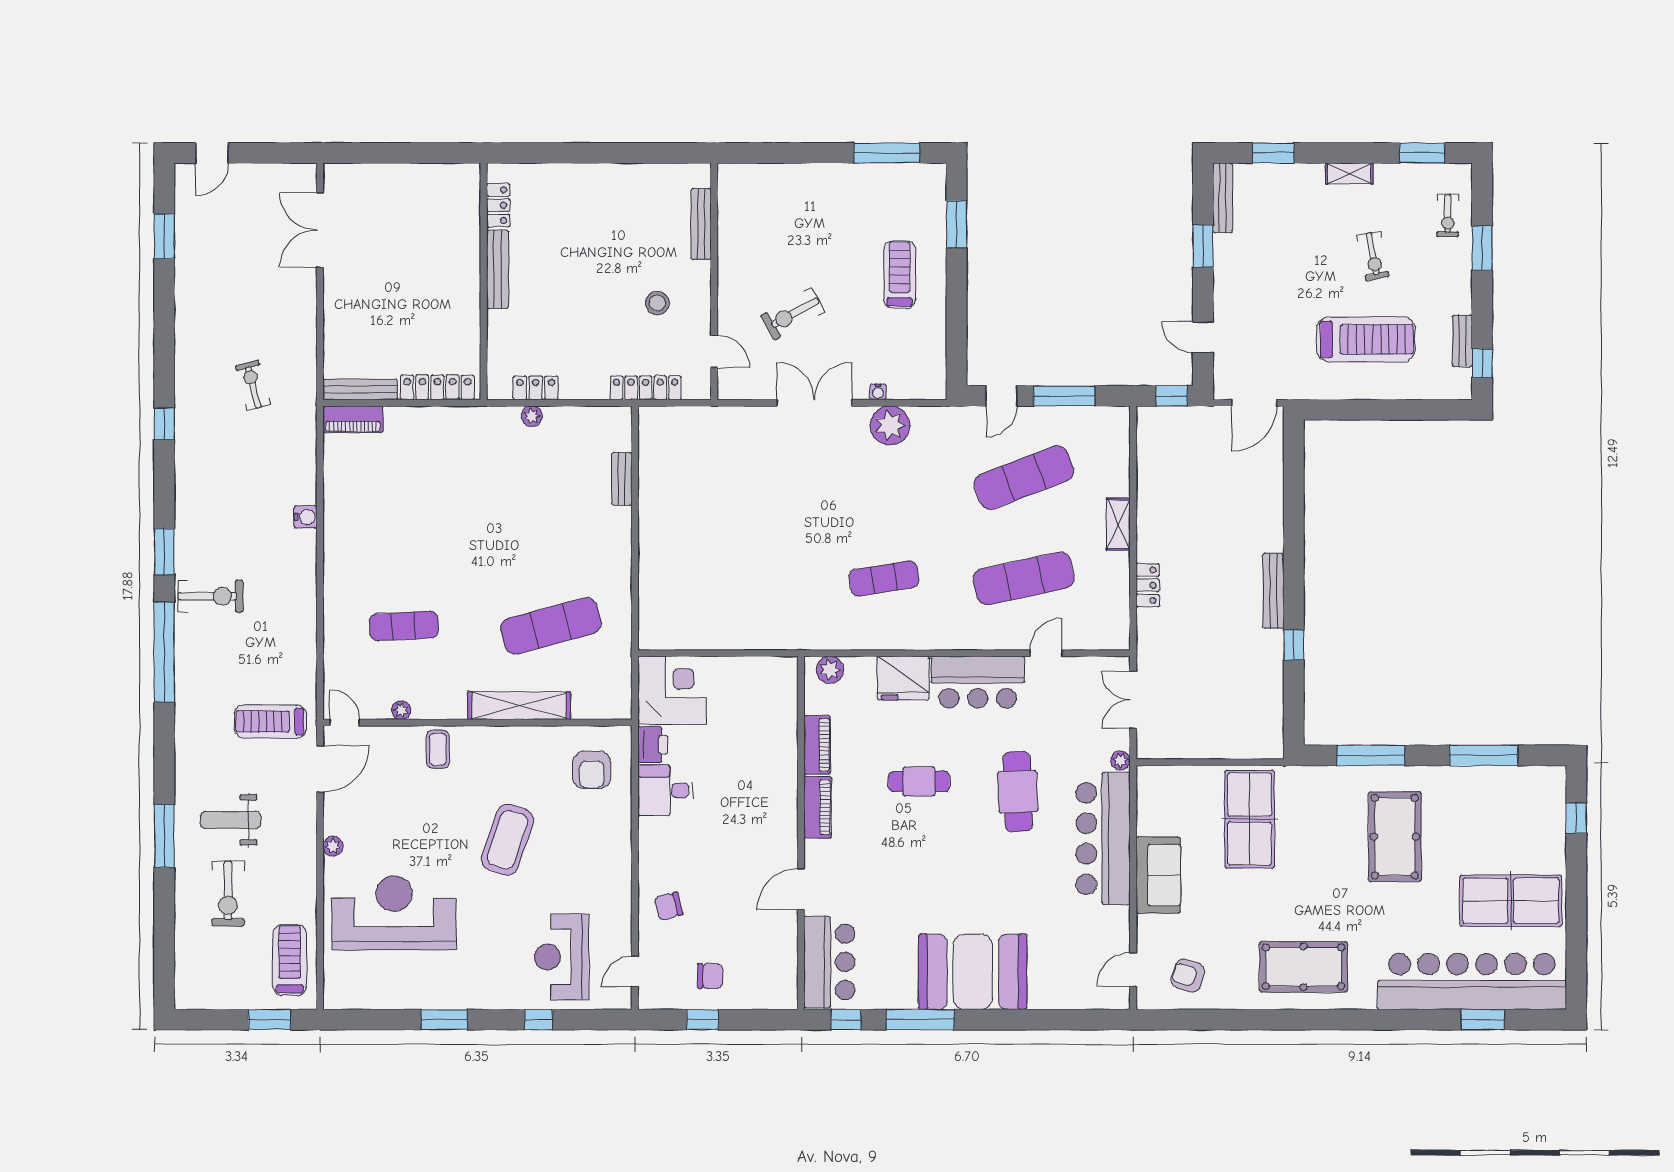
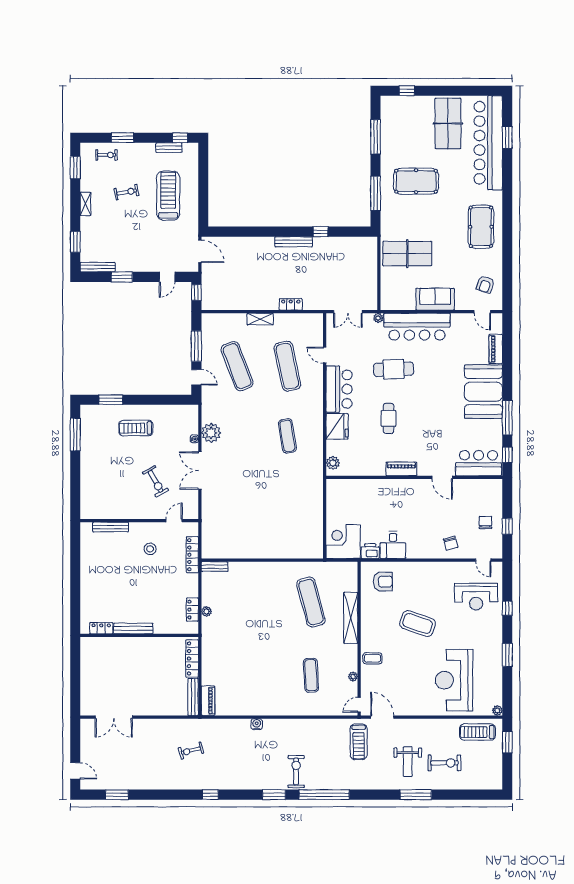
bench: (622, 479) -> (214, 567), moved
piano: (817, 745) -> (496, 349), moved, turned -90
plant: (333, 846) -> (497, 711), moved

